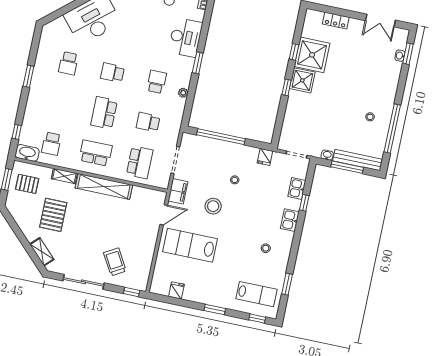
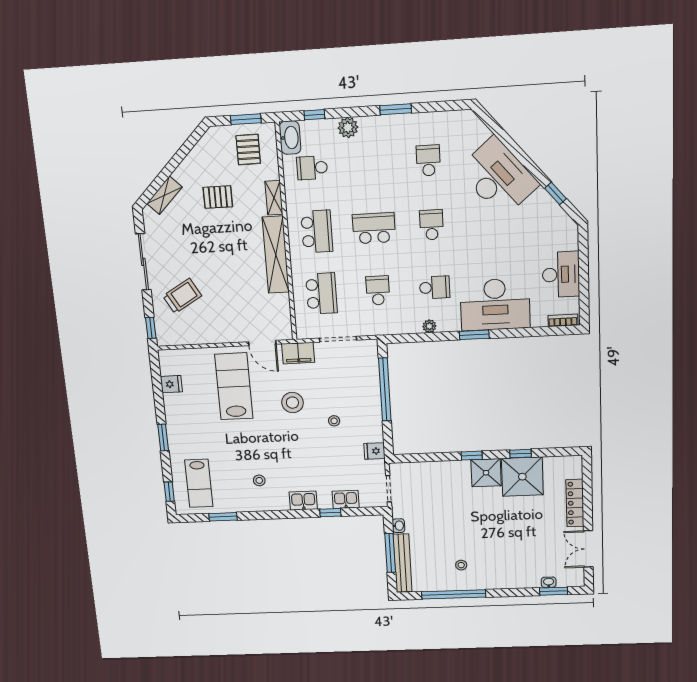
locker: (336, 21) -> (575, 503), width x1.53
desk: (185, 37) -> (495, 305), width x1.36, depth x1.30
school desk: (68, 63) -> (428, 161), turned 90
plant: (31, 112) -> (348, 128), added
school desk: (140, 162) -> (321, 293), turned -90
pallet: (53, 215) -> (218, 197), width x0.67, depth x0.71

